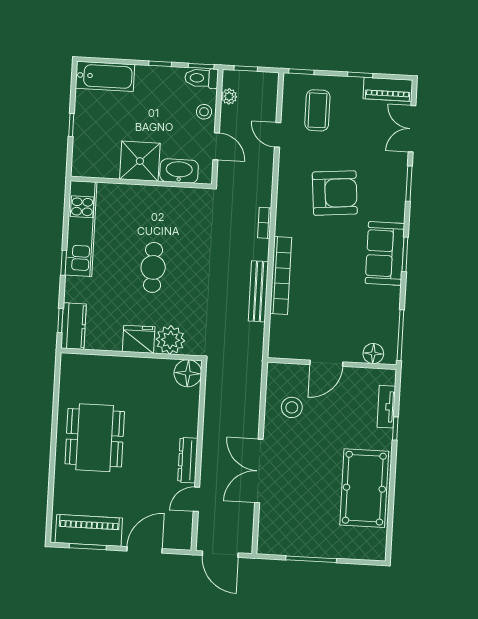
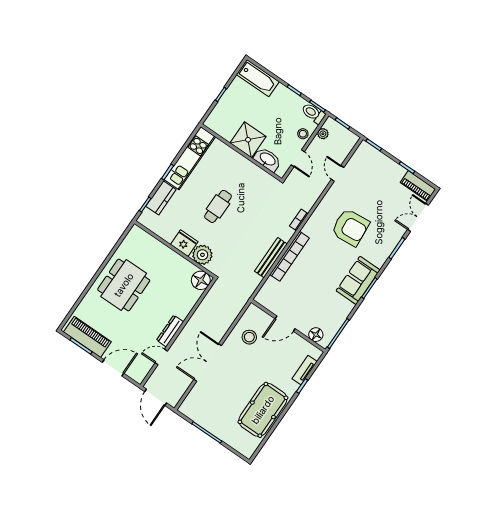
coffee table: (317, 110) -> (369, 173), removed
kitchen counter: (74, 326) -> (161, 198), moved

